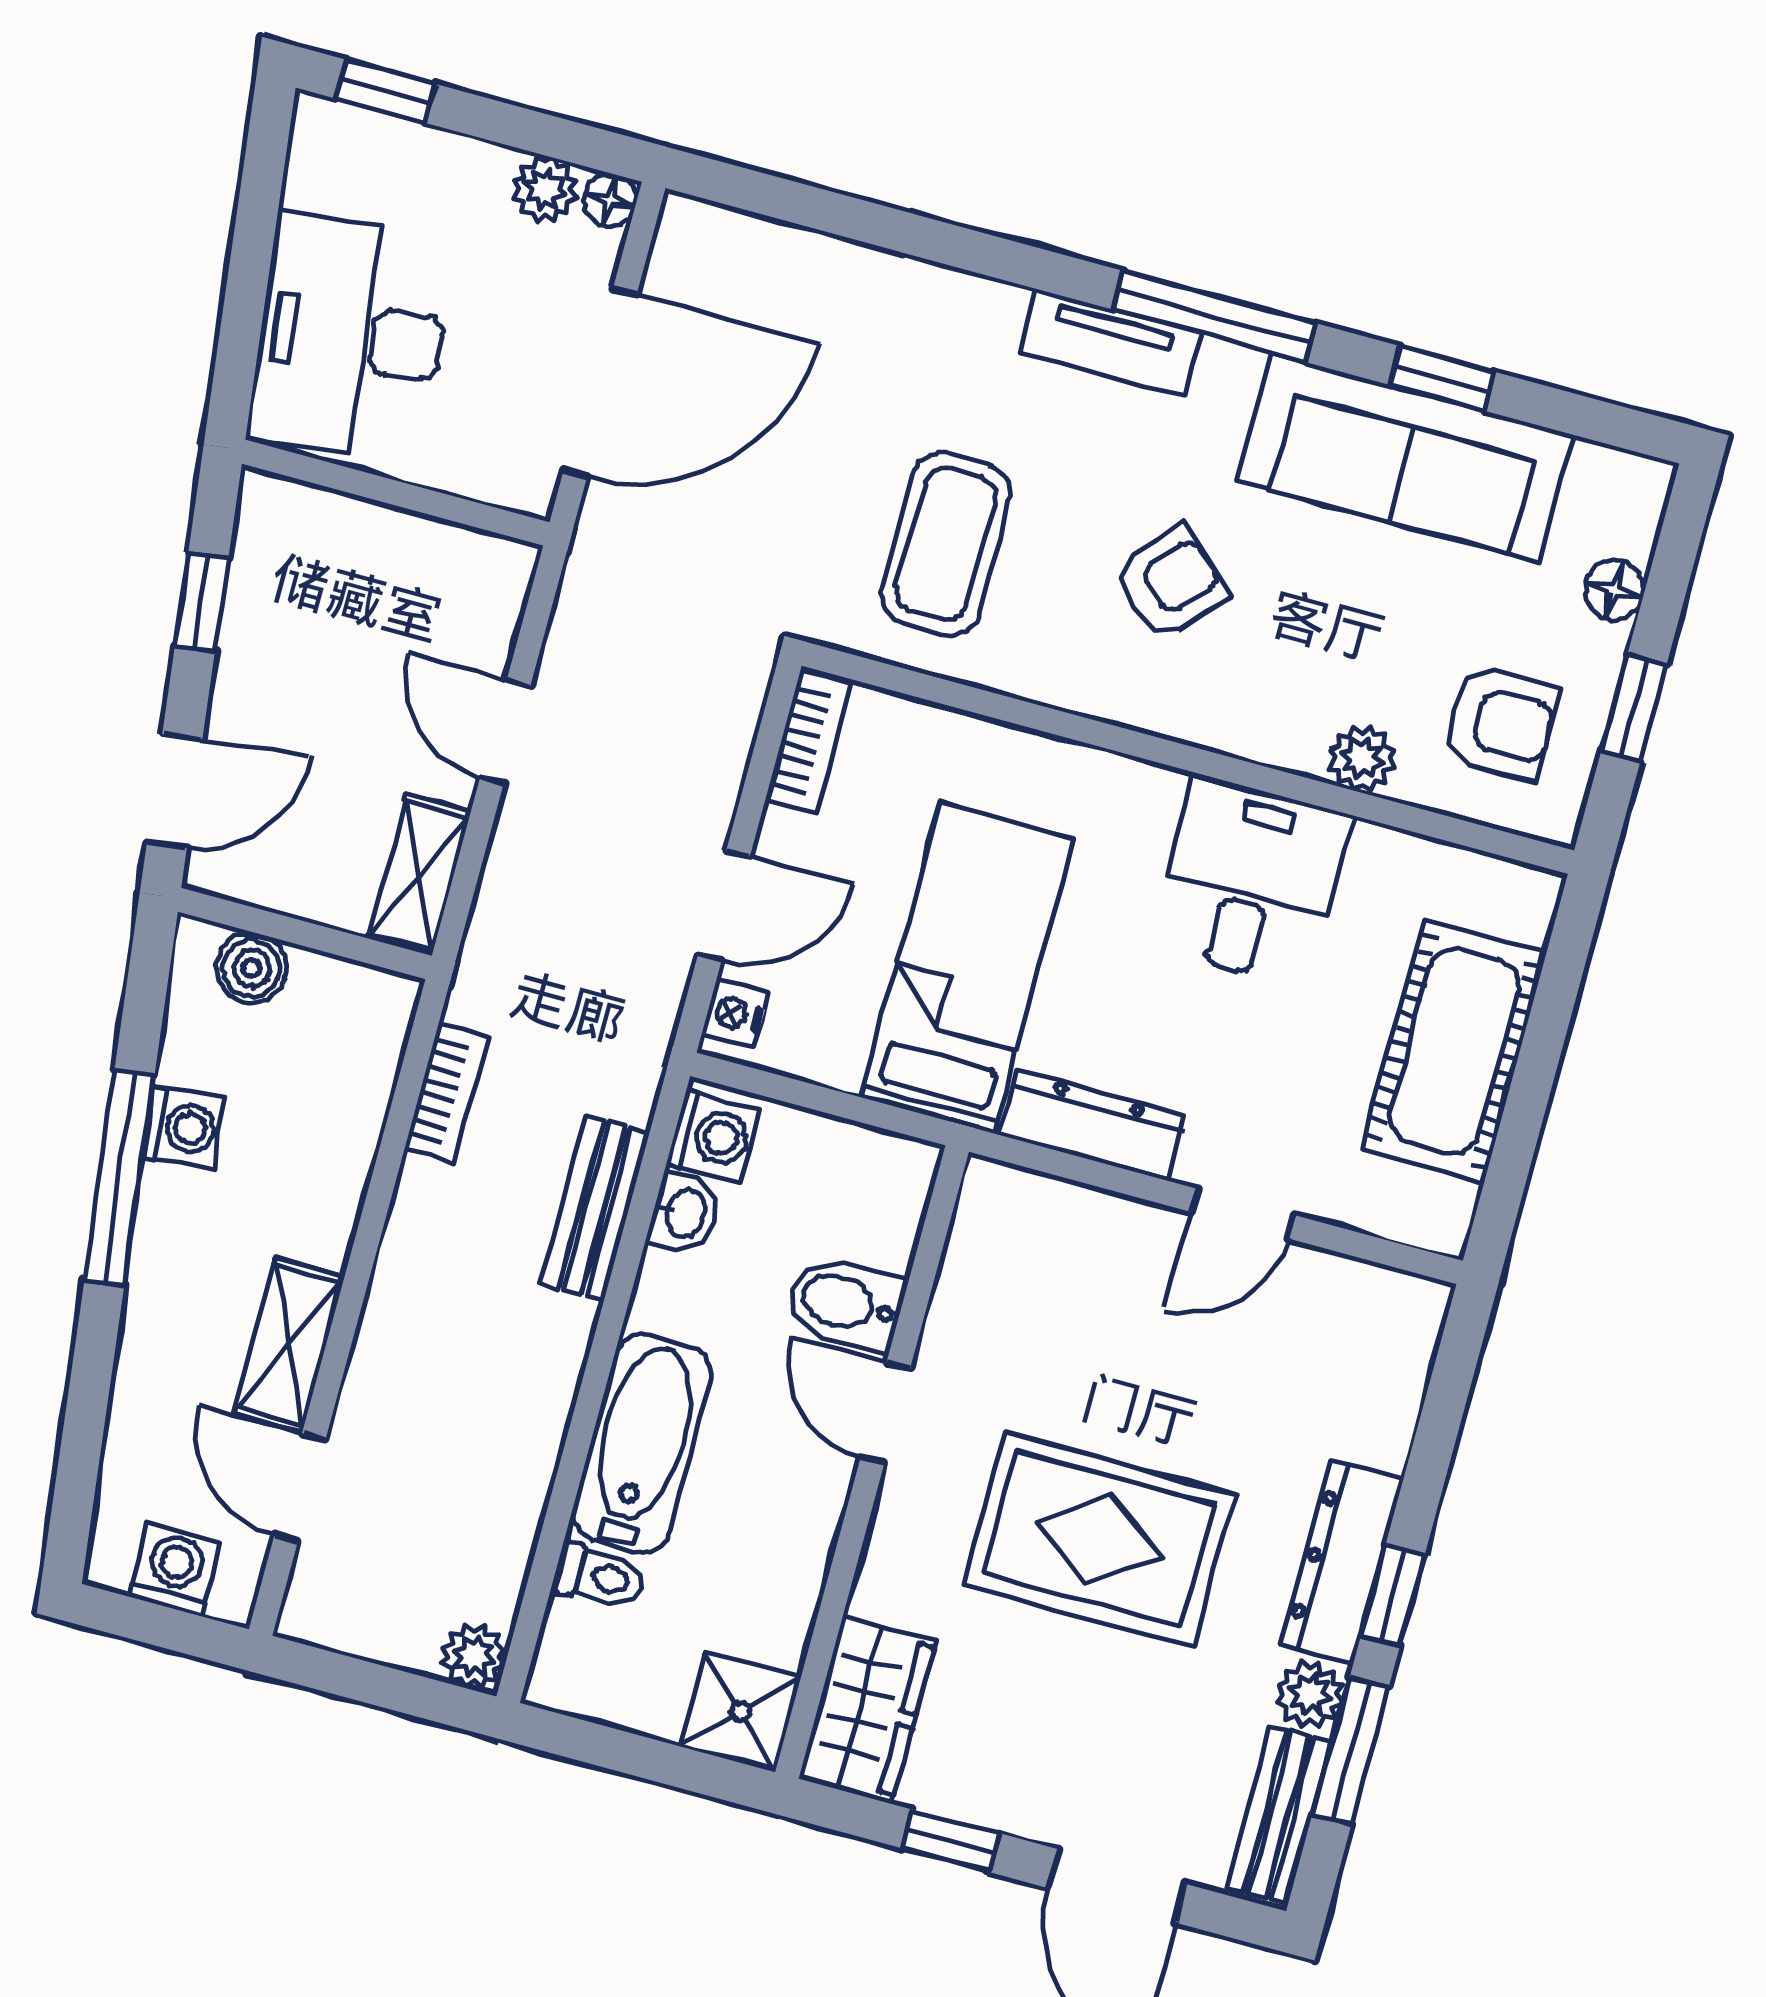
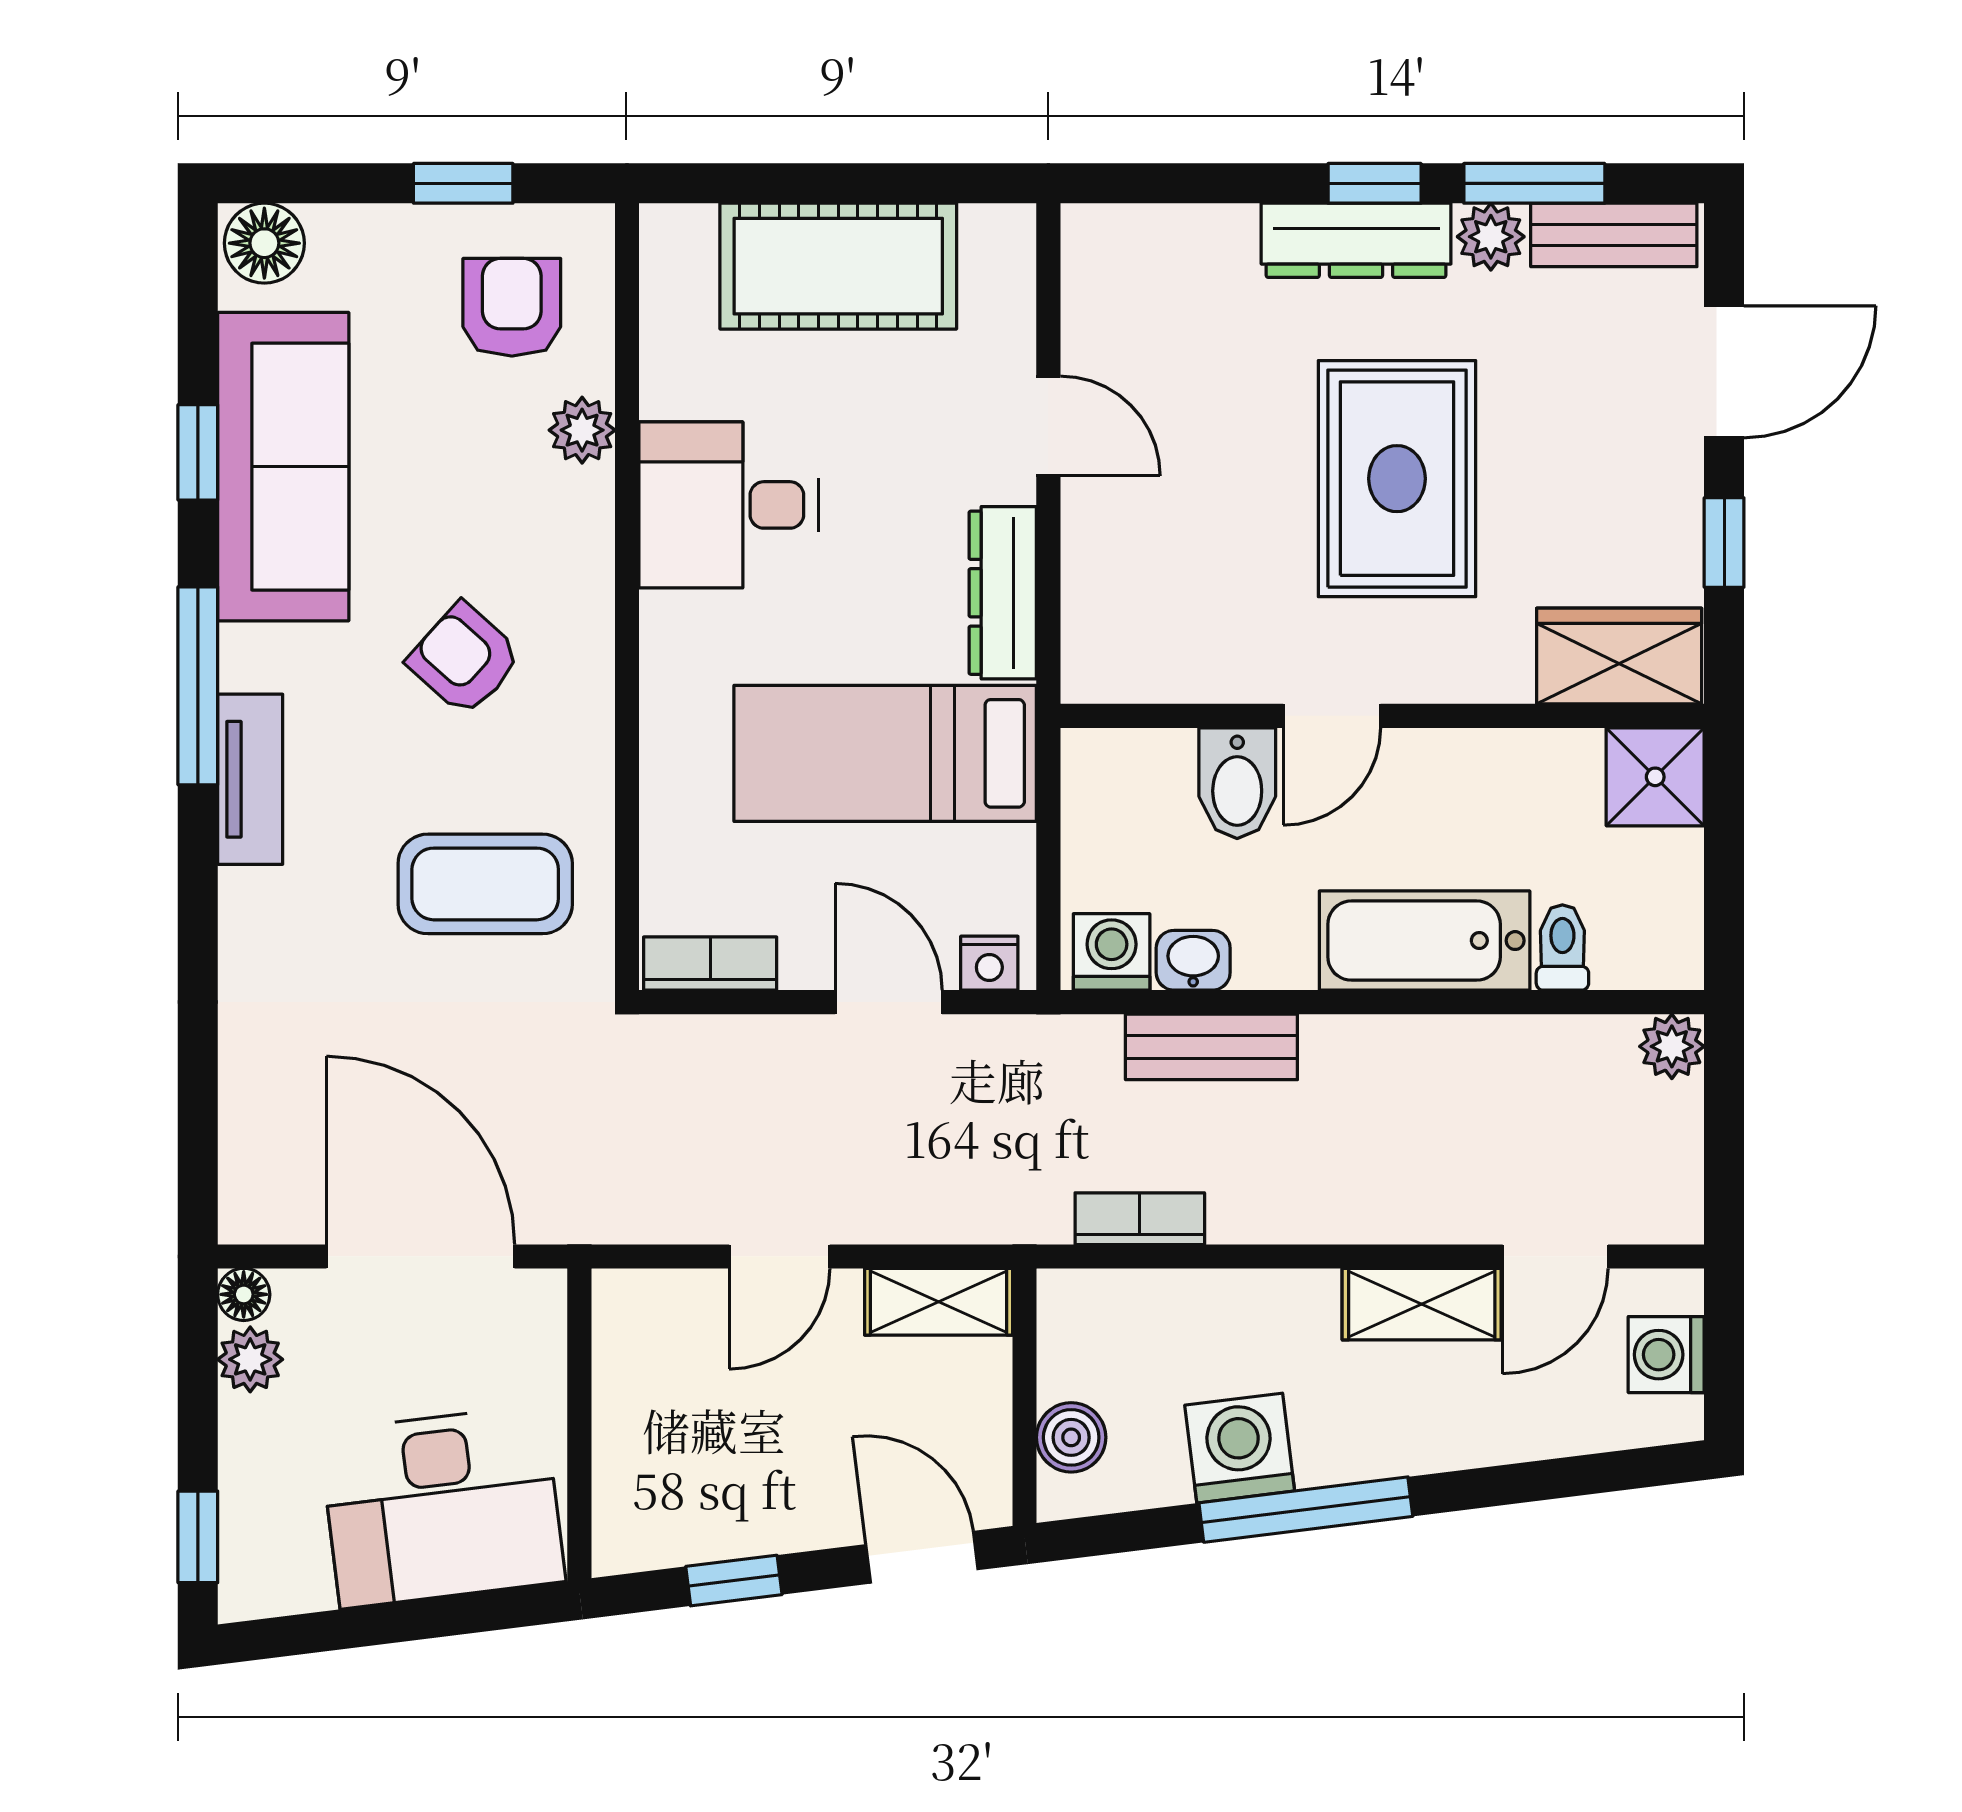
floor lamp: (1615, 590) -> (264, 243), moved, width x1.37, depth x1.37
washing machine: (183, 1128) -> (1240, 1448), width x1.38, depth x1.38

